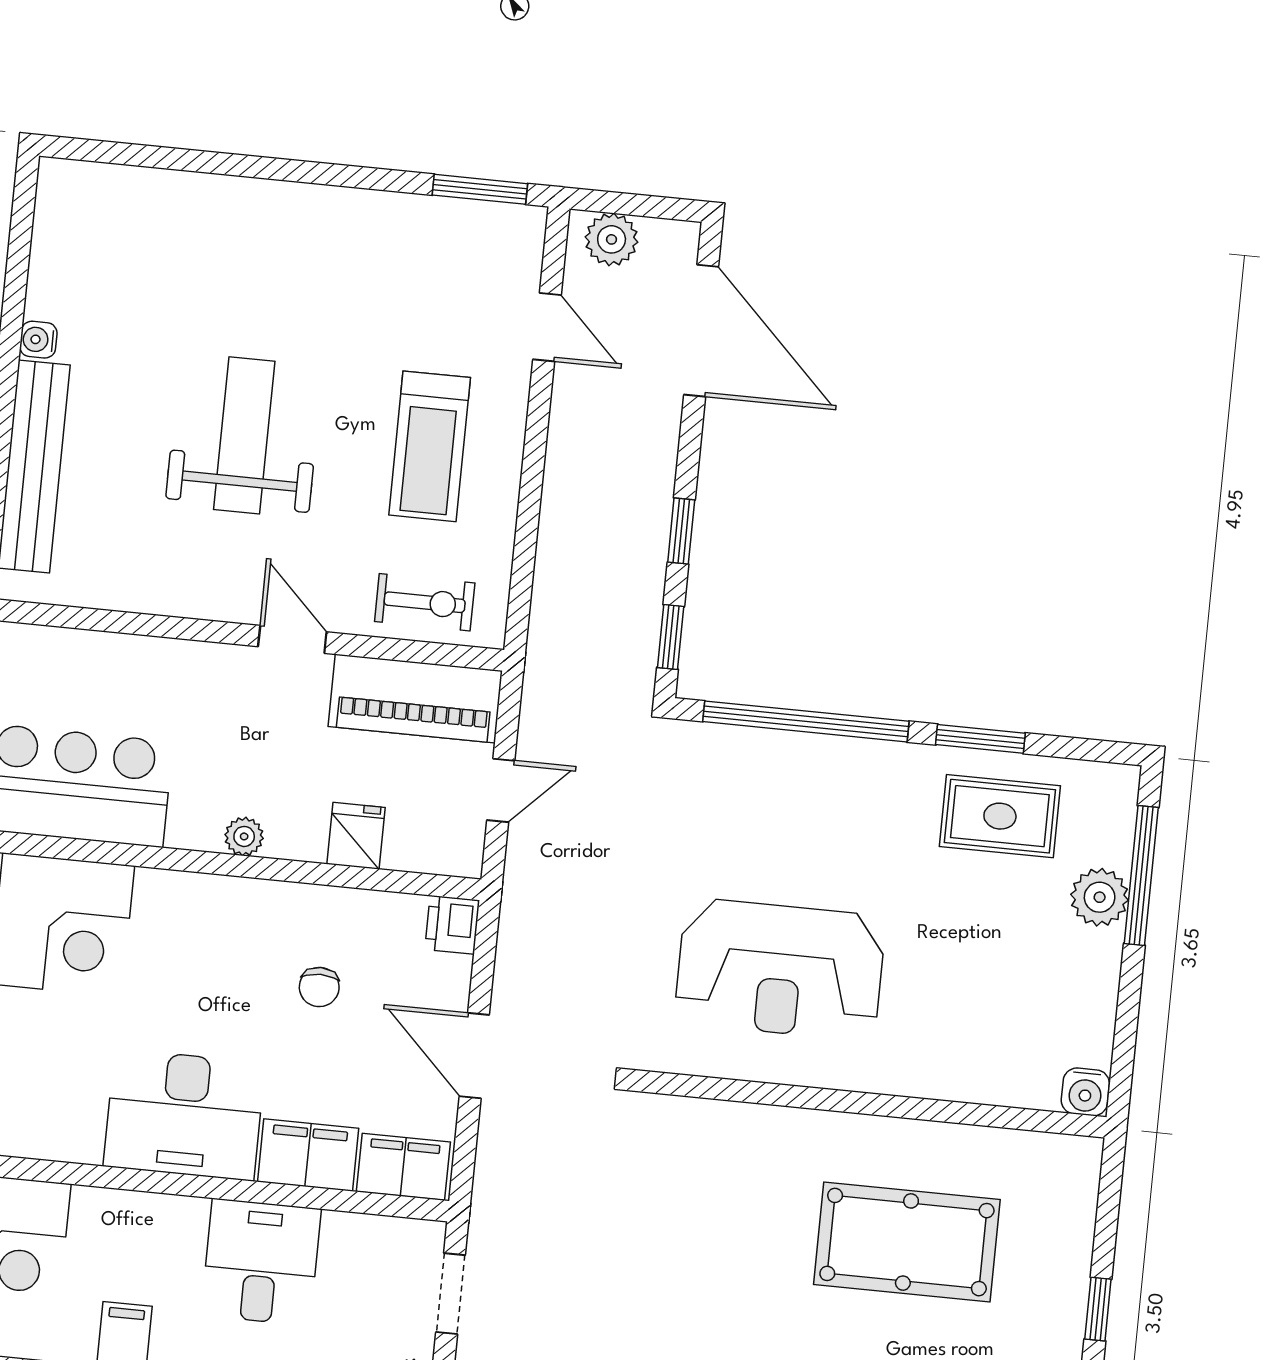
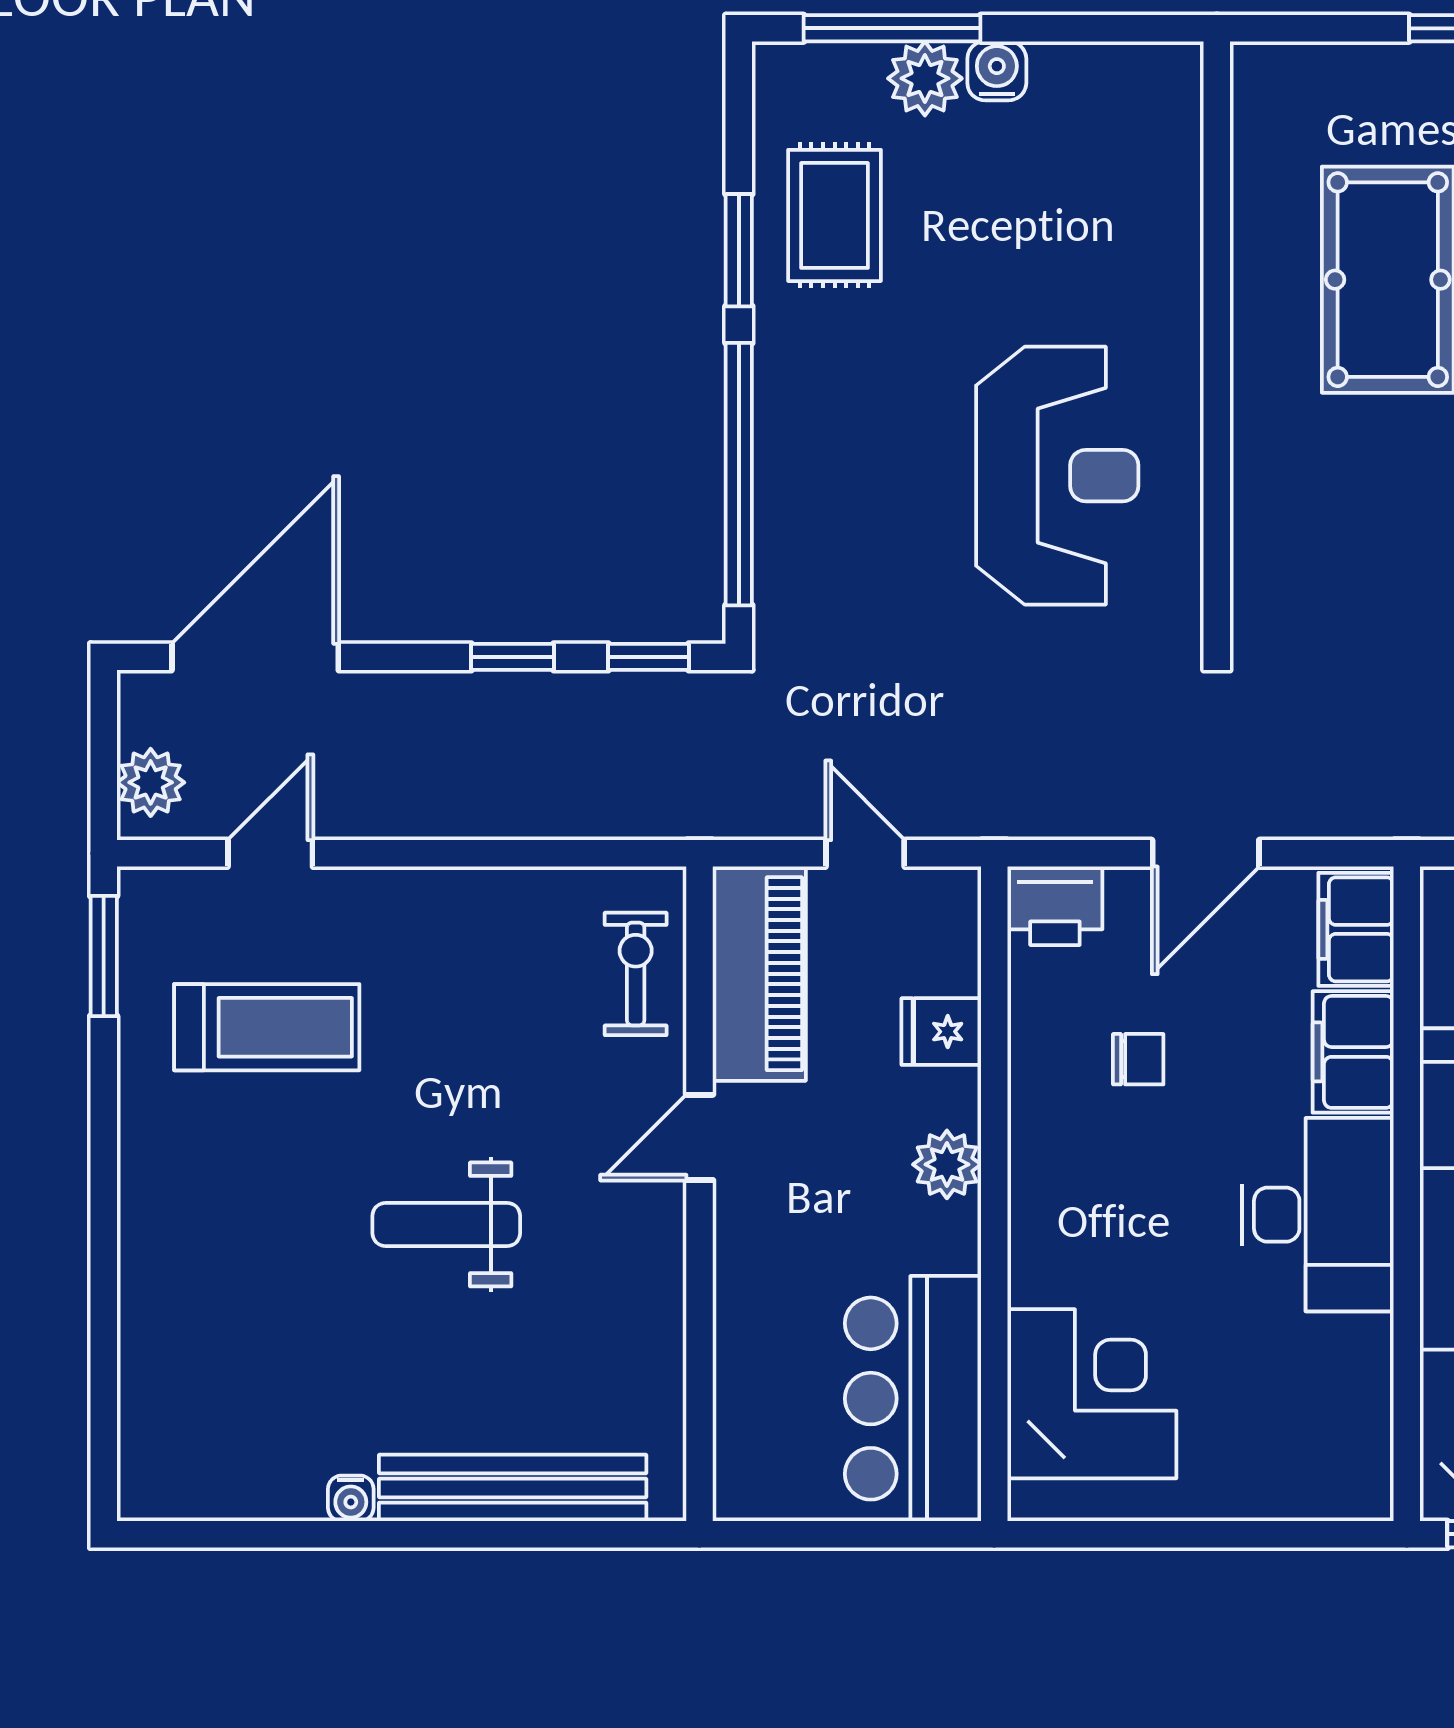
weight bench: (244, 435) -> (446, 1224), width x0.73, depth x0.75
treadmill: (430, 446) -> (267, 1027), moved
plant: (244, 836) -> (947, 1164), width x1.38, depth x1.38
printer: (452, 925) -> (1055, 906), width x1.36, depth x1.24
water cooler: (1085, 1092) -> (997, 71), moved, turned -90

